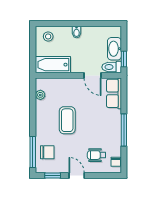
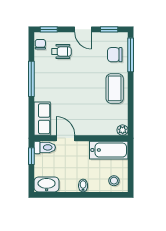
washbasin: (114, 49) -> (47, 184), moved, turned -90
plant: (40, 95) -> (123, 130), moved
coffee table: (67, 120) -> (115, 88), moved
window: (108, 175) -> (49, 29), added

